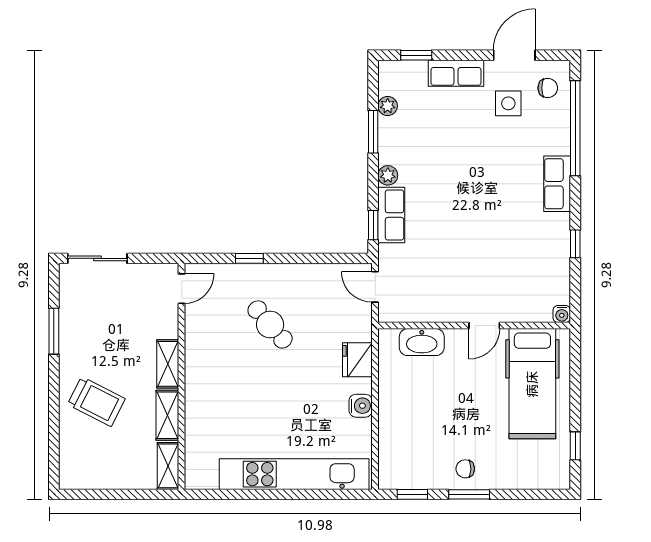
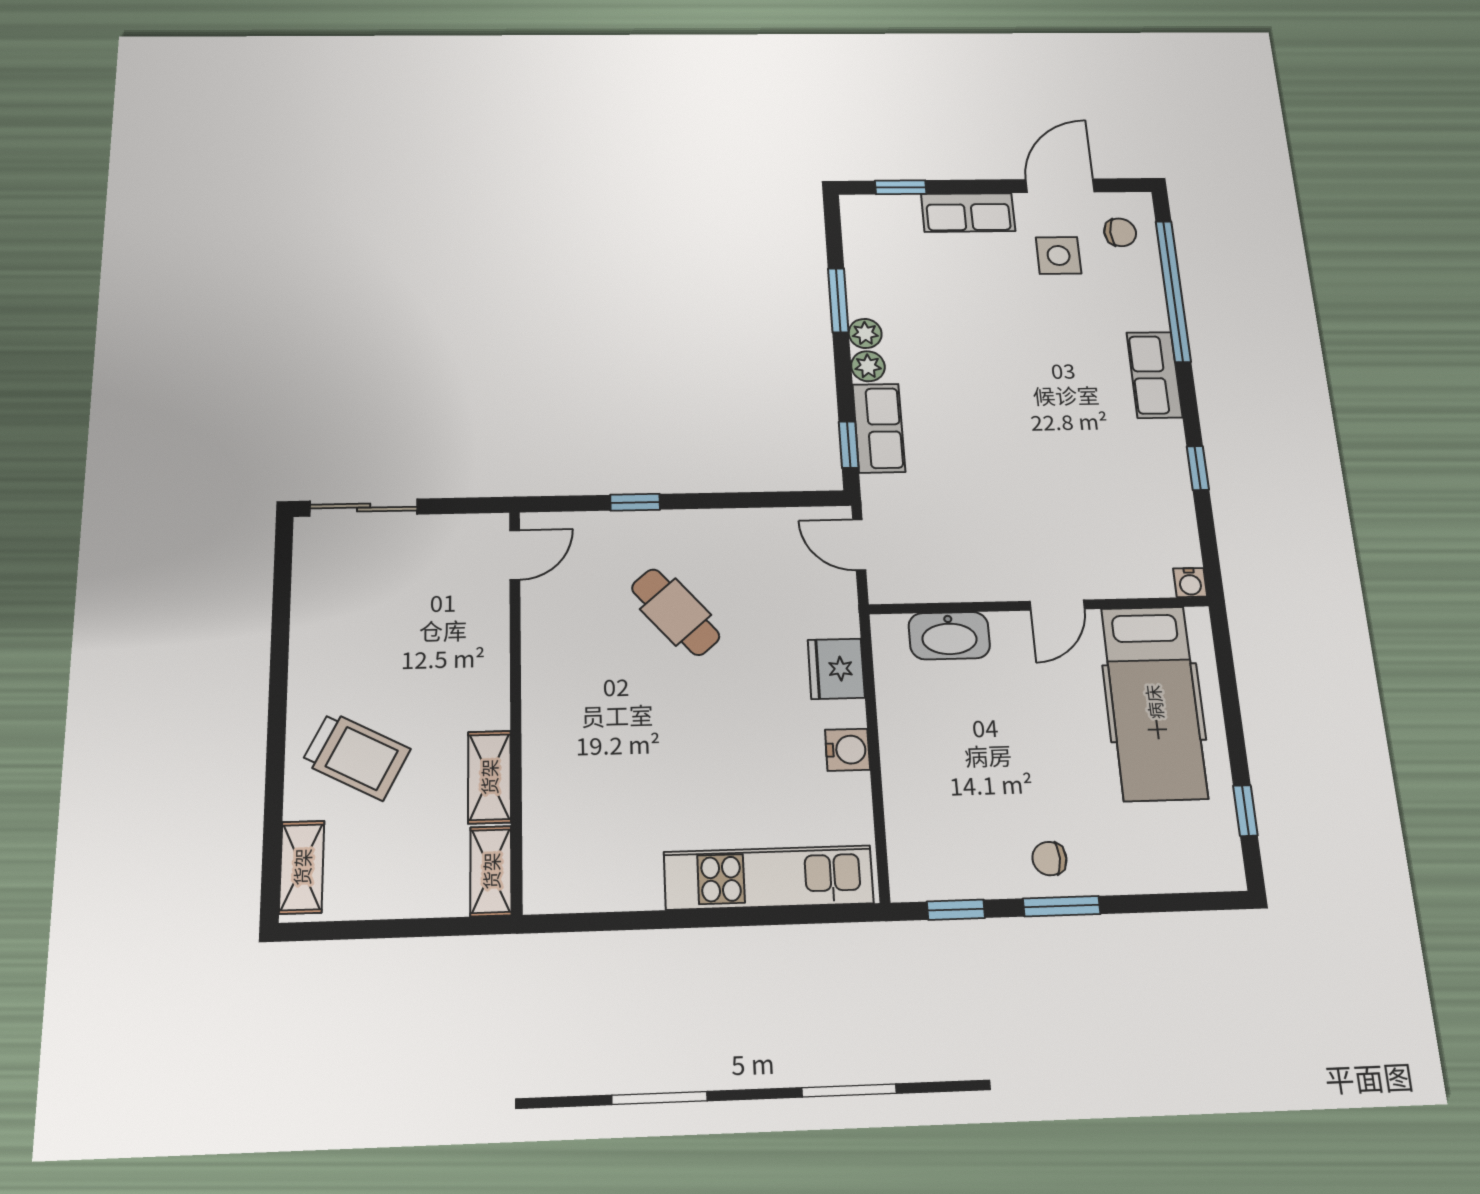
plant: (388, 106) -> (865, 333), moved
window: (54, 331) -> (280, 633), removed
shelving: (168, 364) -> (302, 867), moved
kitchen unit: (294, 474) -> (769, 878), width x0.73

